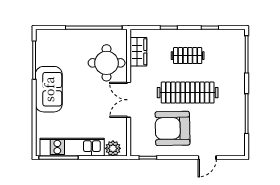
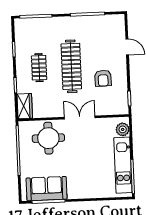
wardrobe: (138, 52) -> (25, 106), moved, turned 90
sofa: (49, 89) -> (47, 189), moved
double door: (129, 100) -> (80, 118), swing flipped
armchair: (173, 128) -> (103, 78), width x0.53, depth x0.53

